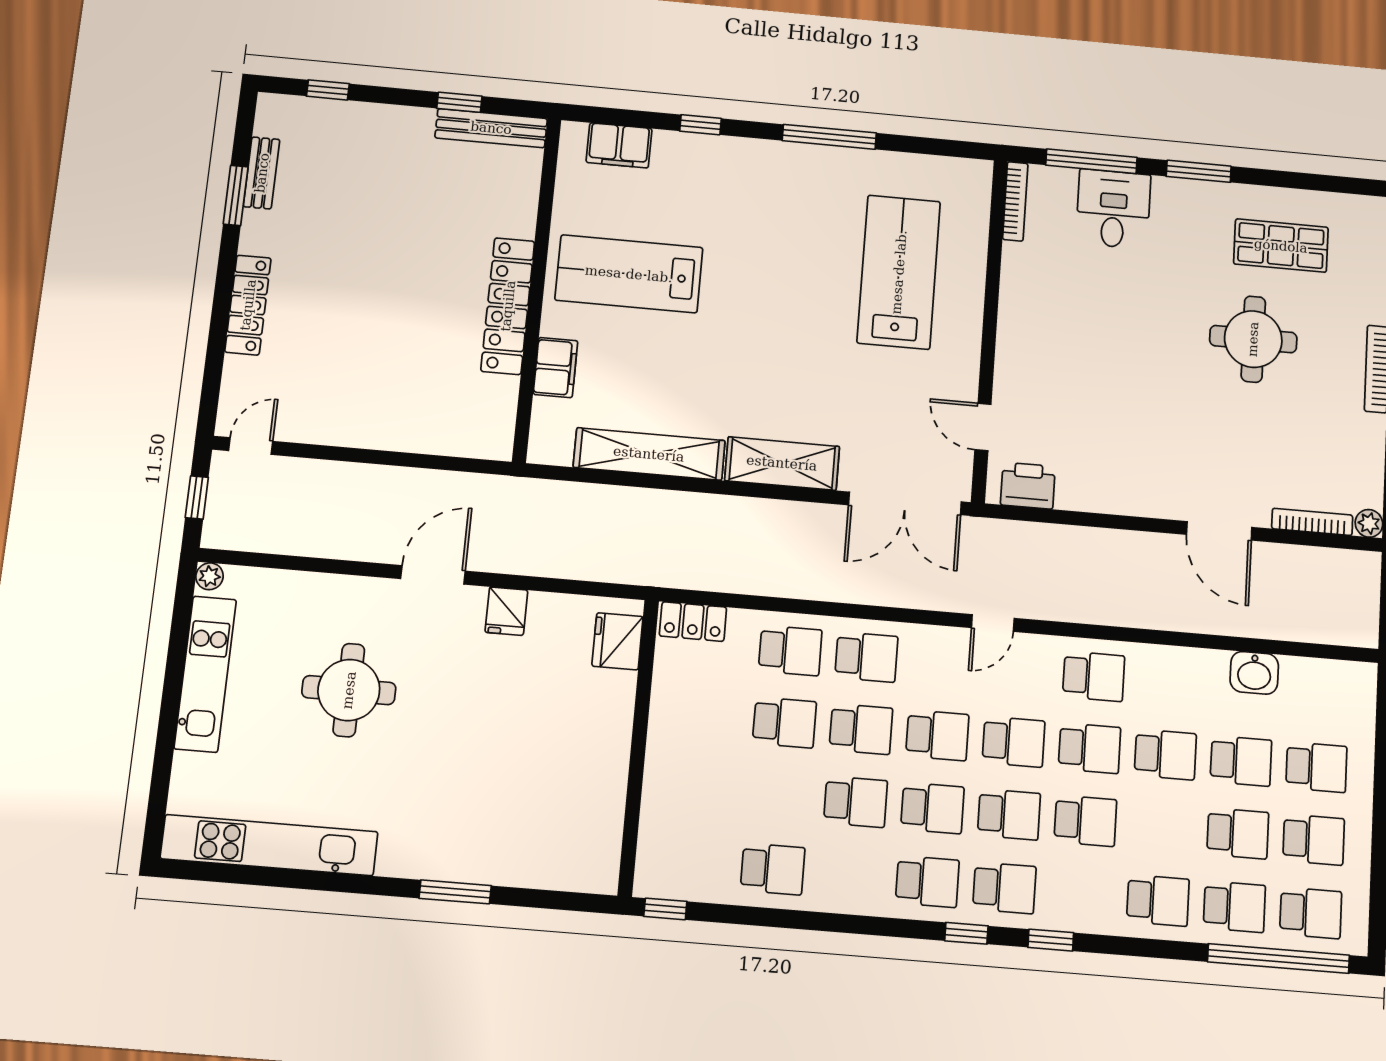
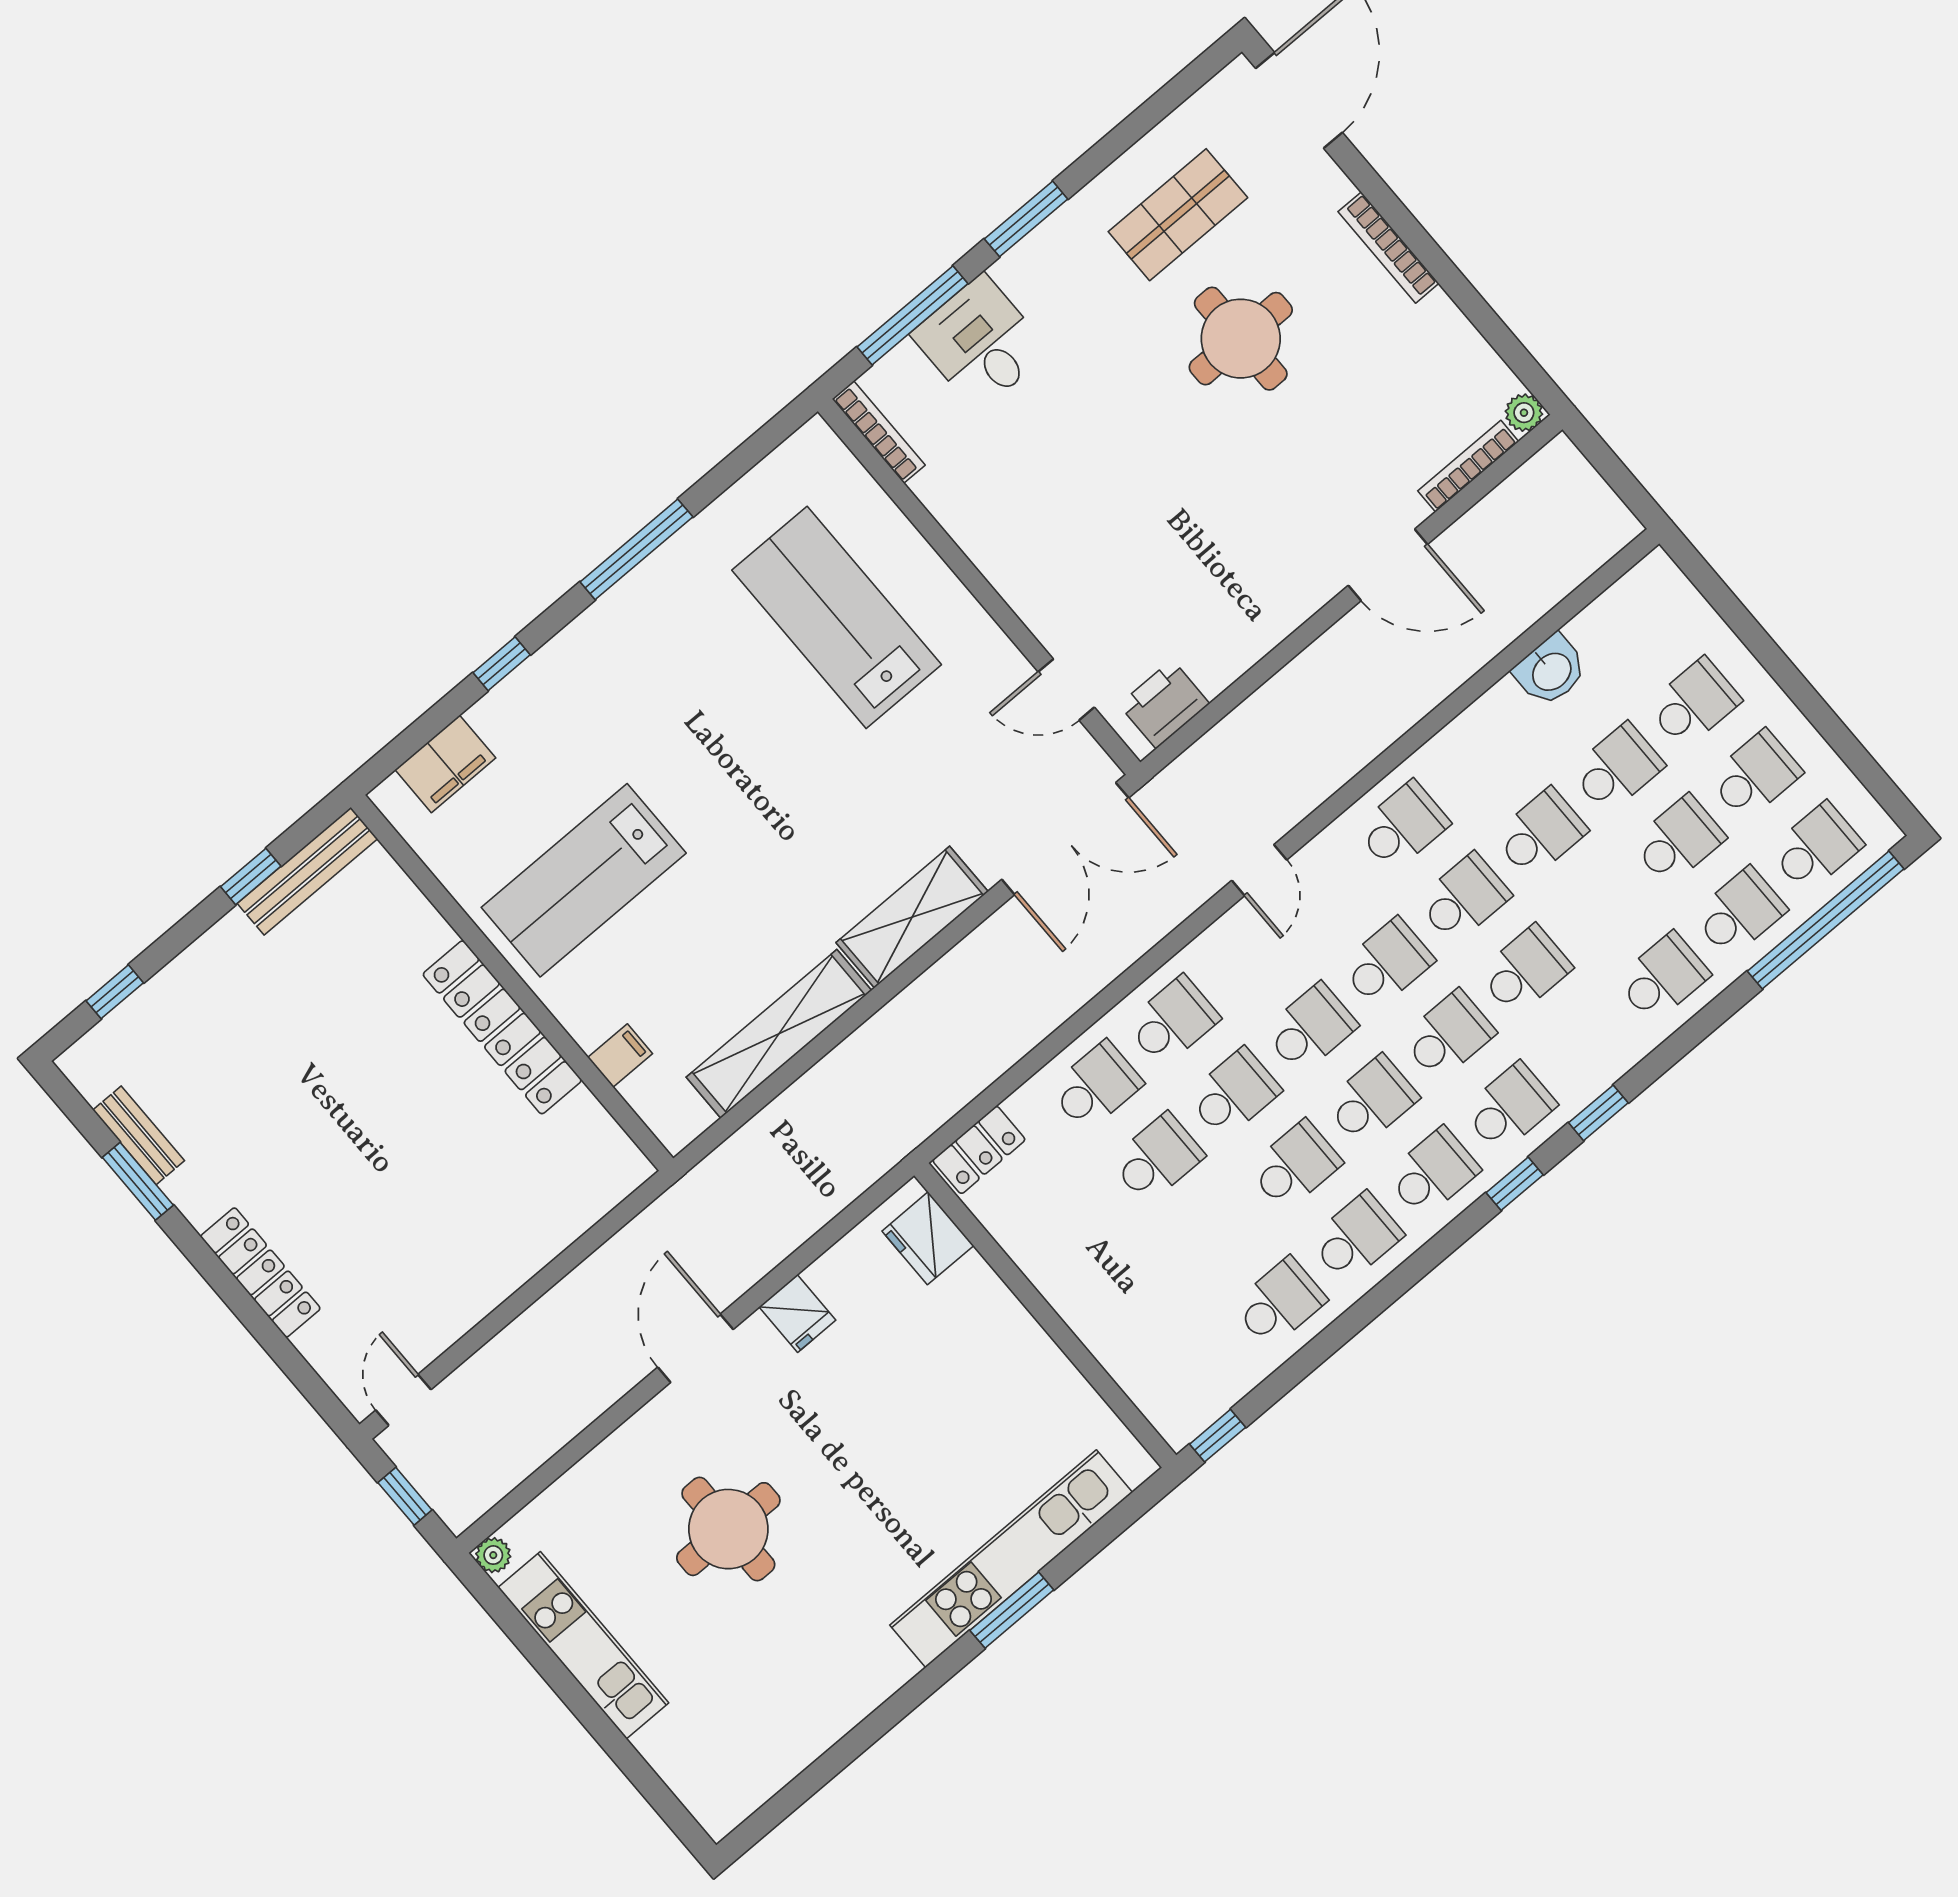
filing cabinet: (555, 368) -> (620, 1056), width x0.50
kitchen unit: (269, 845) -> (1011, 1559), moved
school desk: (850, 875) -> (1356, 1238), added

